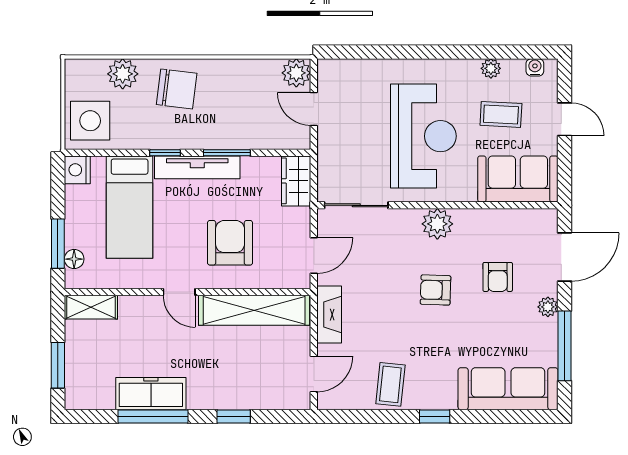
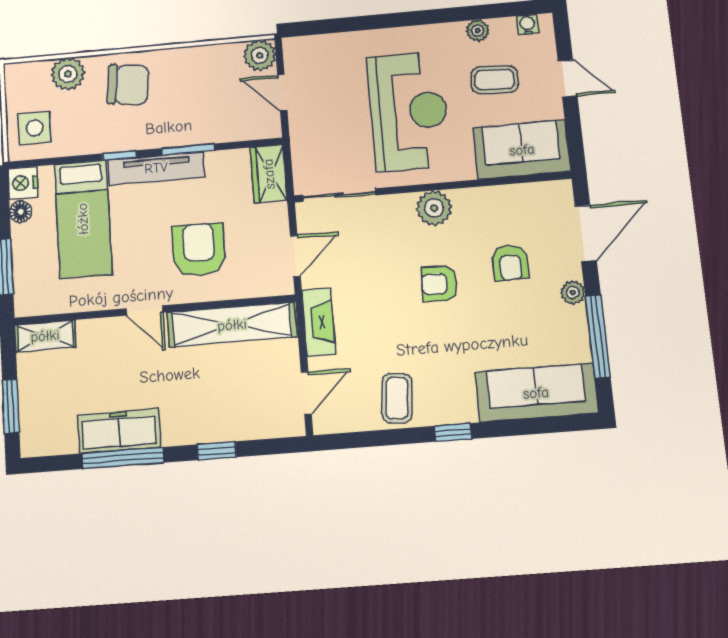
side table: (90, 121) -> (35, 128), width x0.73, depth x0.73
floor lamp: (74, 259) -> (21, 212), moved

